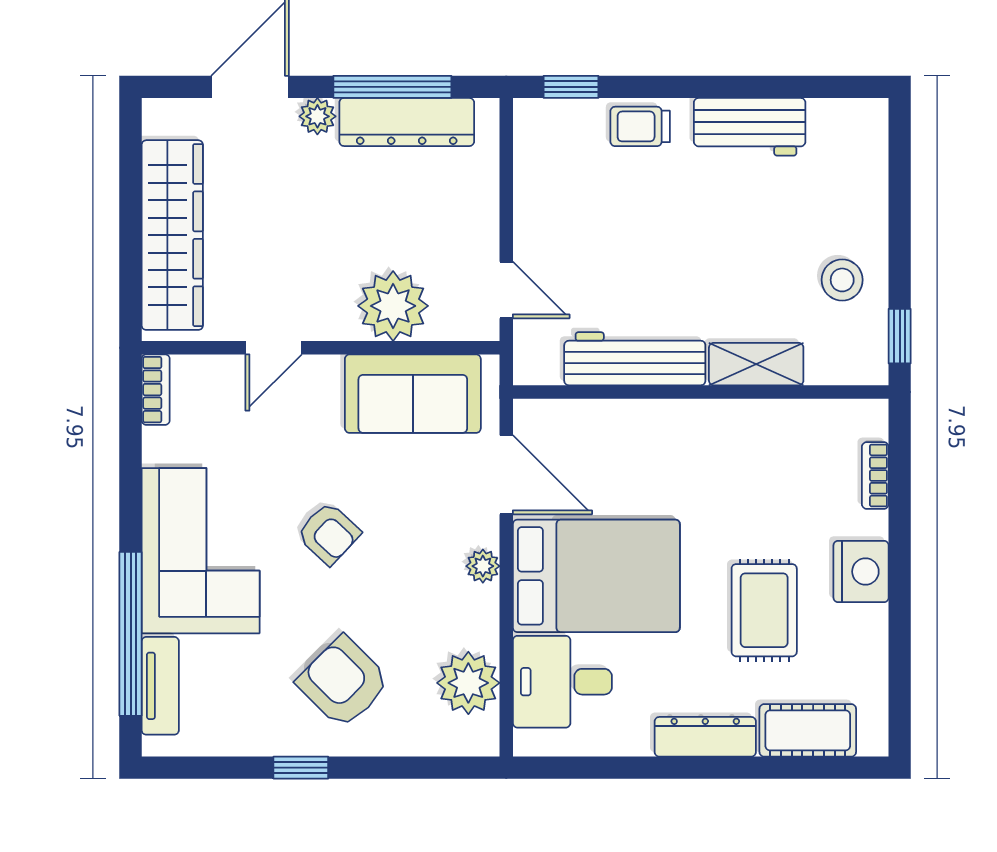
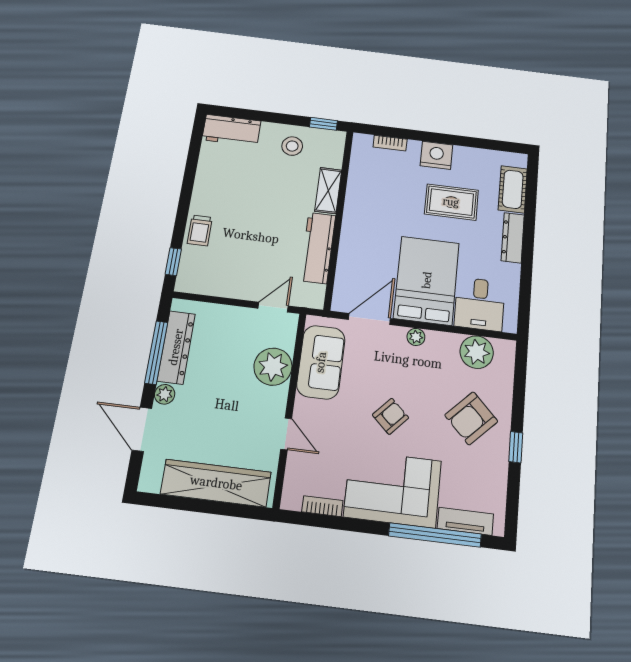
workbench: (750, 127) -> (231, 130), moved, turned 90
bookcase: (156, 390) -> (322, 506), moved

